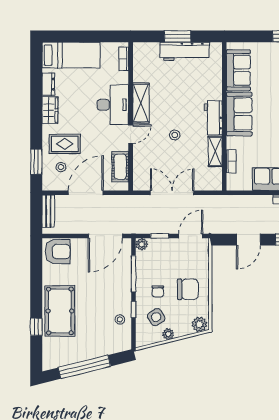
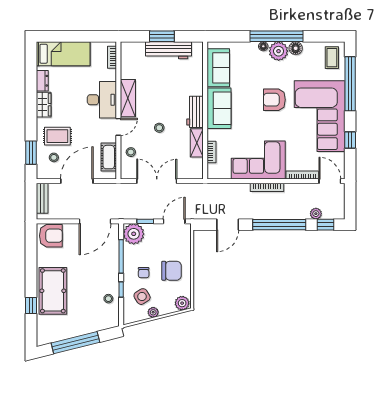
stool: (144, 161) -> (131, 152), added
plant: (142, 244) -> (134, 234), width x1.88, depth x1.88

